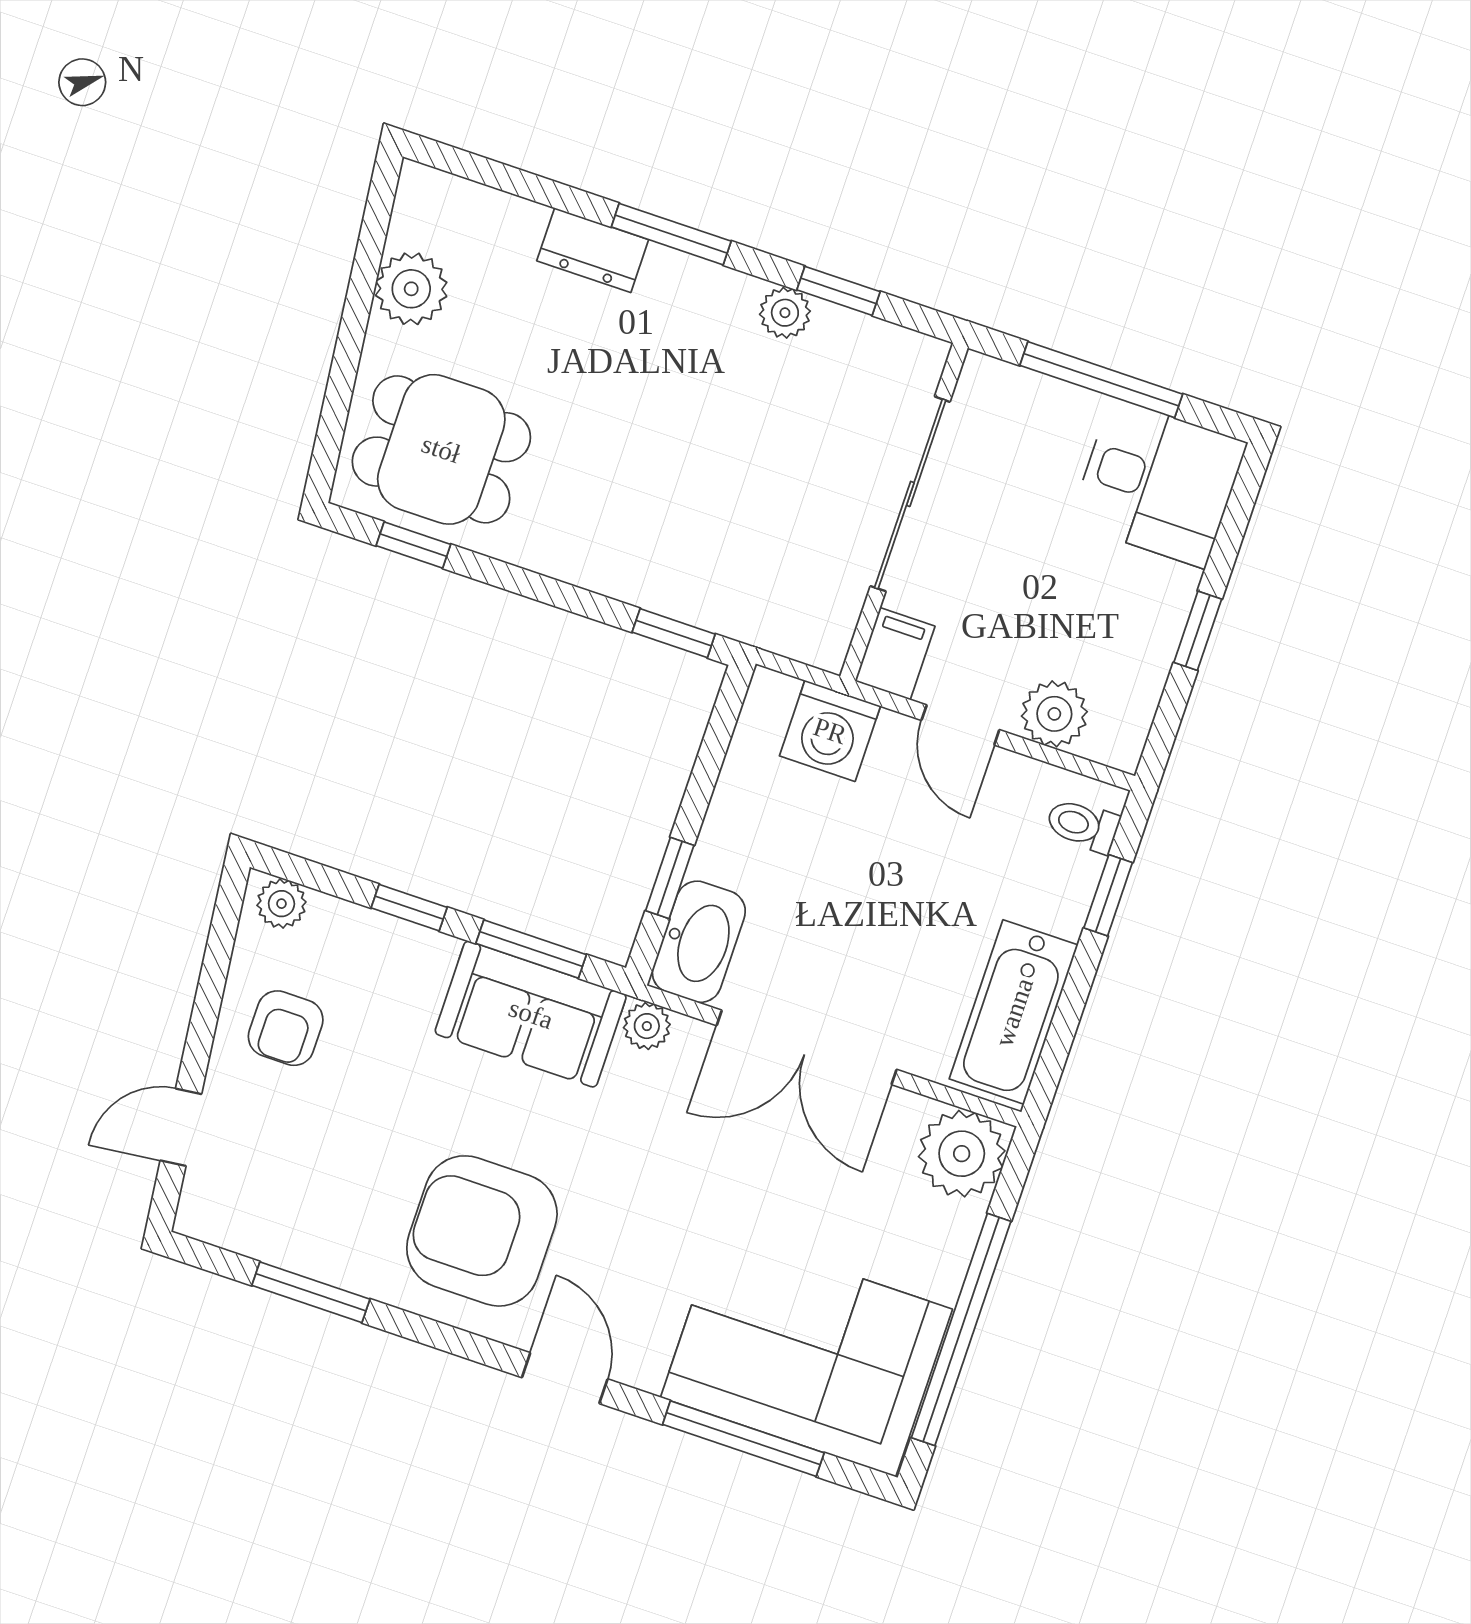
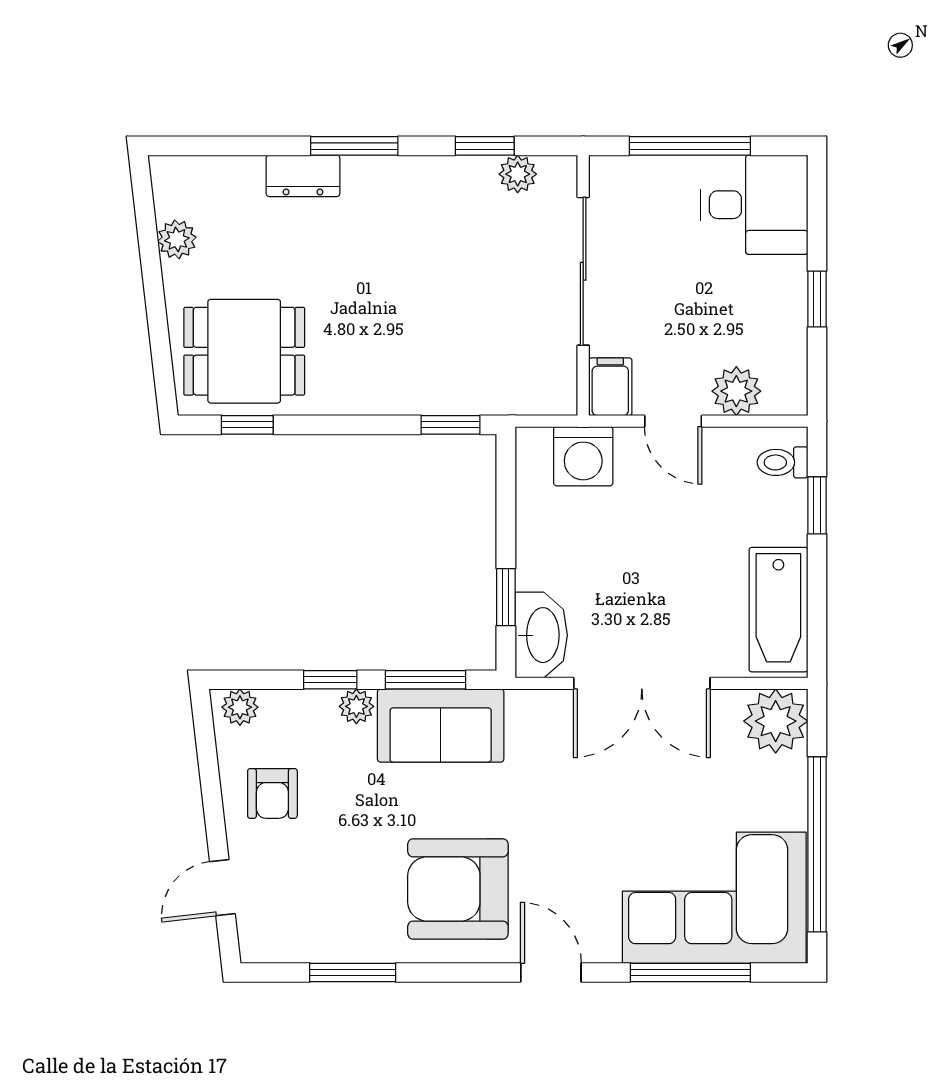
plant: (411, 289) -> (177, 239), width x0.73, depth x0.73
plant: (785, 313) -> (518, 174), moved
plant: (647, 1026) -> (356, 706), moved

